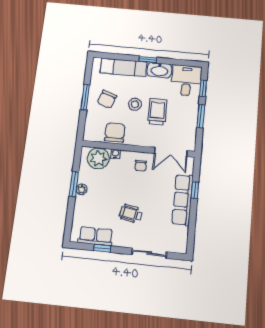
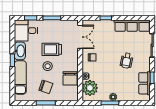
chair: (115, 132) -> (70, 78), turned -90
row of seats: (183, 200) -> (132, 26), moved

